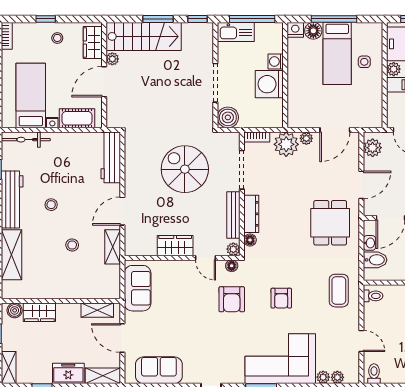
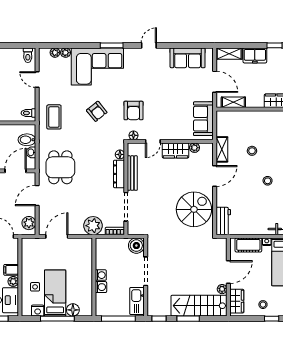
nightstand: (295, 30) -> (38, 311), moved
kitchen sink: (236, 32) -> (137, 301), moved, turned -90
washing machine: (269, 84) -> (101, 275), width x0.53, depth x0.53
plant: (306, 138) -> (78, 230), removed
workbench: (111, 157) -> (223, 221), width x0.73
spiral stairs: (185, 169) -> (194, 209), moved, turned -90
plant: (233, 249) -> (195, 148), moved
door: (205, 258) -> (153, 141), swing flipped
armchair: (281, 298) -> (97, 111), turned 141
armchair: (232, 299) -> (133, 110), turned 180

